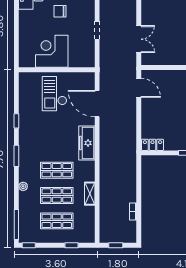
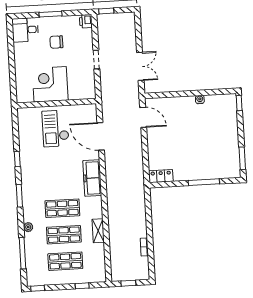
window: (16, 224) -> (23, 253), moved

